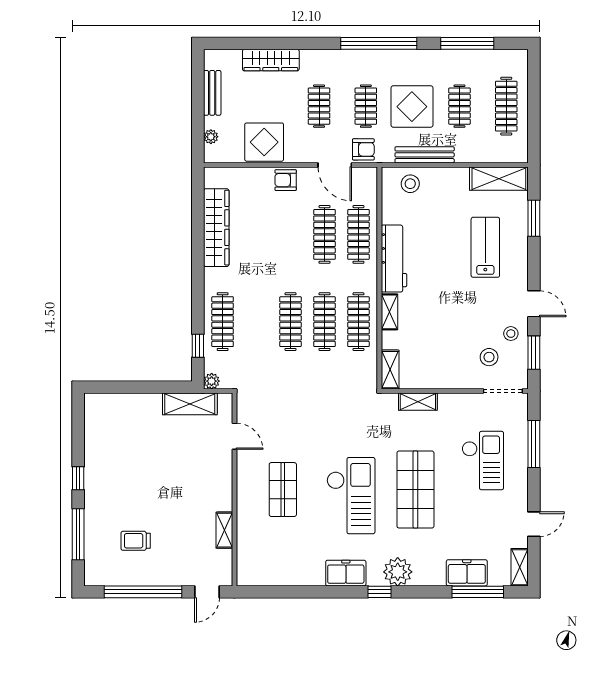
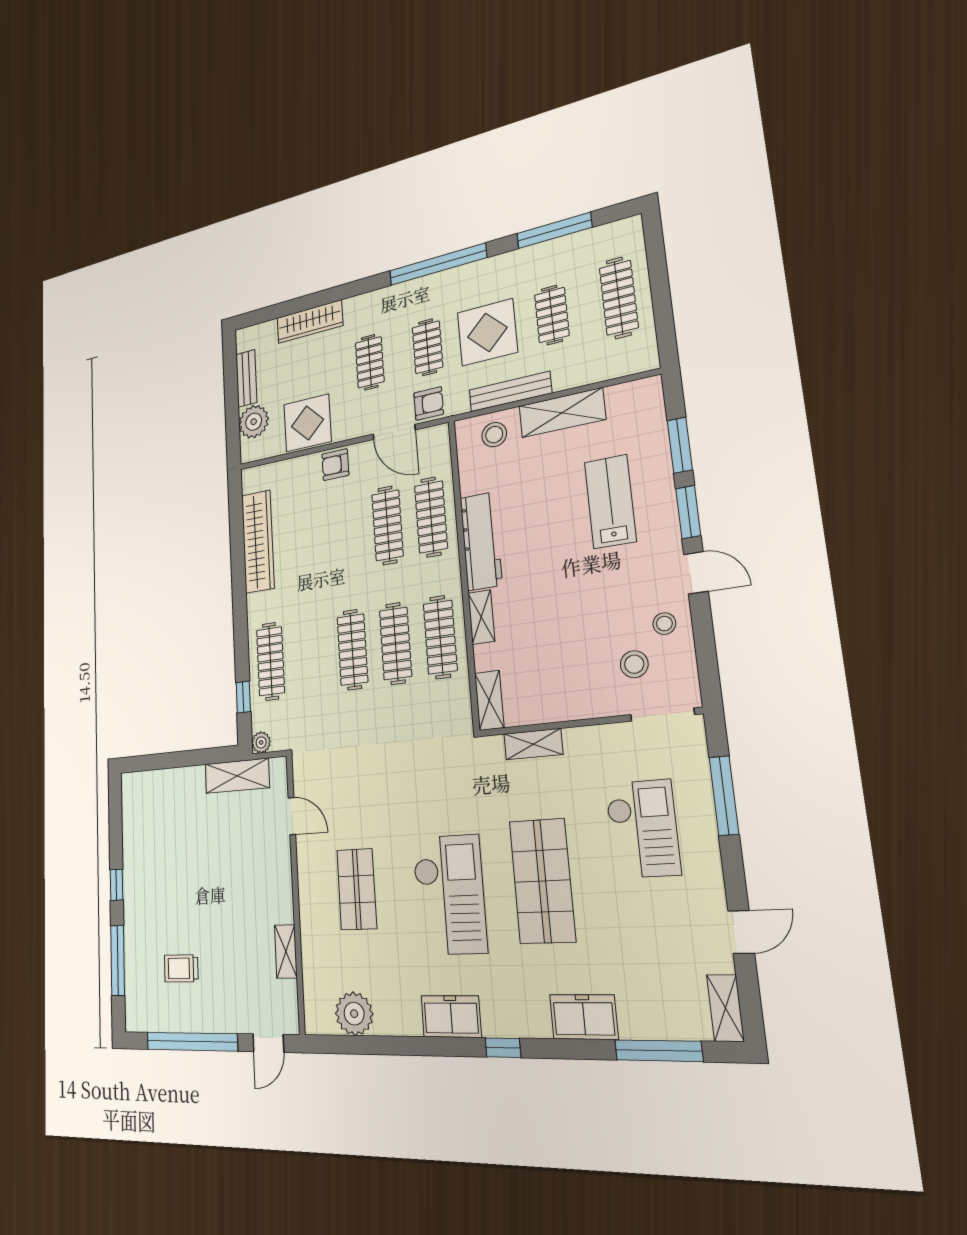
plant: (211, 137) -> (254, 422), width x1.88, depth x1.88
shelving: (499, 179) -> (562, 413), moved
window: (534, 353) -> (688, 512), moved
plant: (398, 572) -> (354, 1014), moved
freezer: (467, 573) -> (584, 1017), moved

